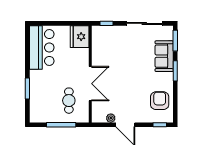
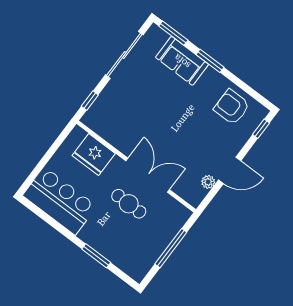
fridge: (80, 37) -> (94, 154), moved
cafe table: (69, 101) -> (129, 204), moved

